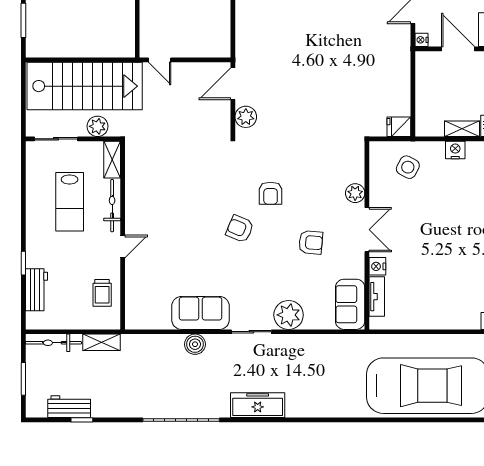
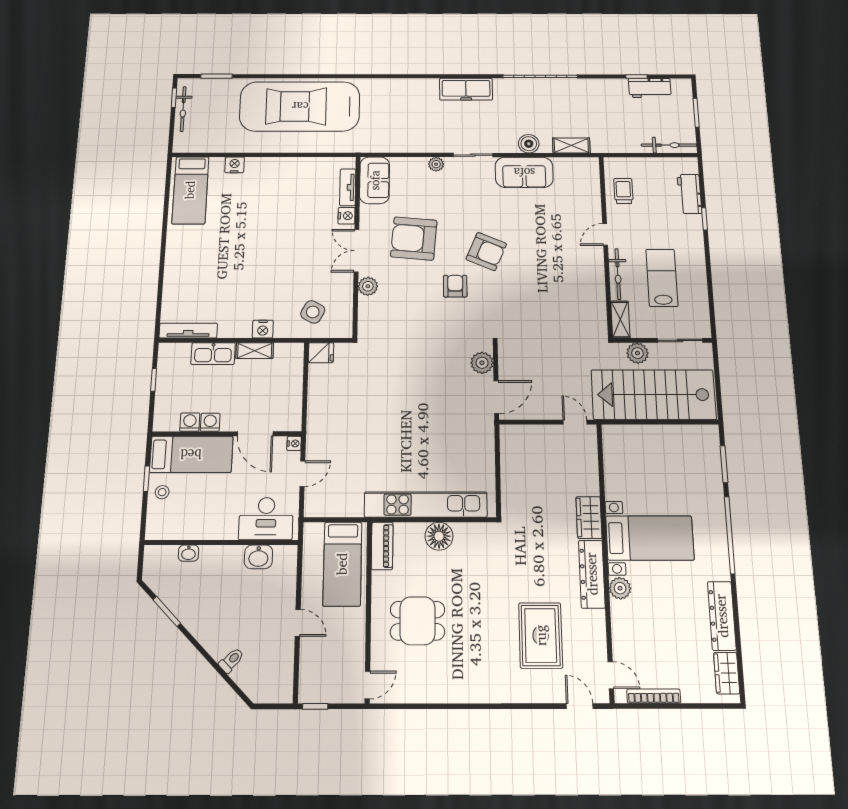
armchair: (240, 229) -> (486, 252), width x1.38, depth x1.38
armchair: (311, 242) -> (414, 238), width x1.88, depth x1.88
plant: (289, 315) -> (436, 164), width x0.53, depth x0.53
shelving: (101, 342) -> (571, 145), moved

